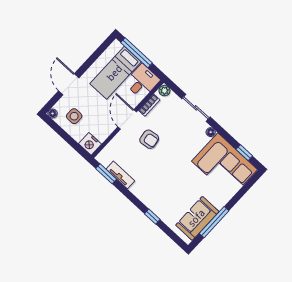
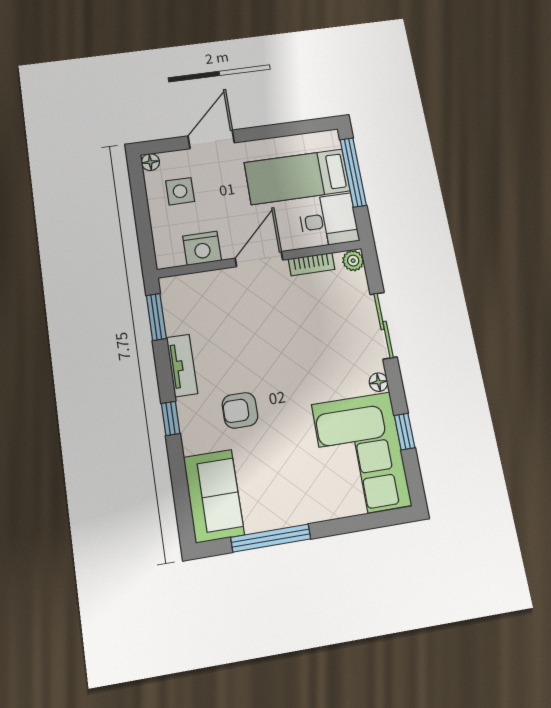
armchair: (149, 139) -> (240, 410), moved, turned 98
nightstand: (90, 144) -> (202, 248), moved, turned -90
window: (244, 153) -> (405, 432), moved
tv unit: (120, 175) -> (182, 365), moved
window: (152, 217) -> (171, 418), moved
sofa: (197, 218) -> (214, 496), moved, turned 90

